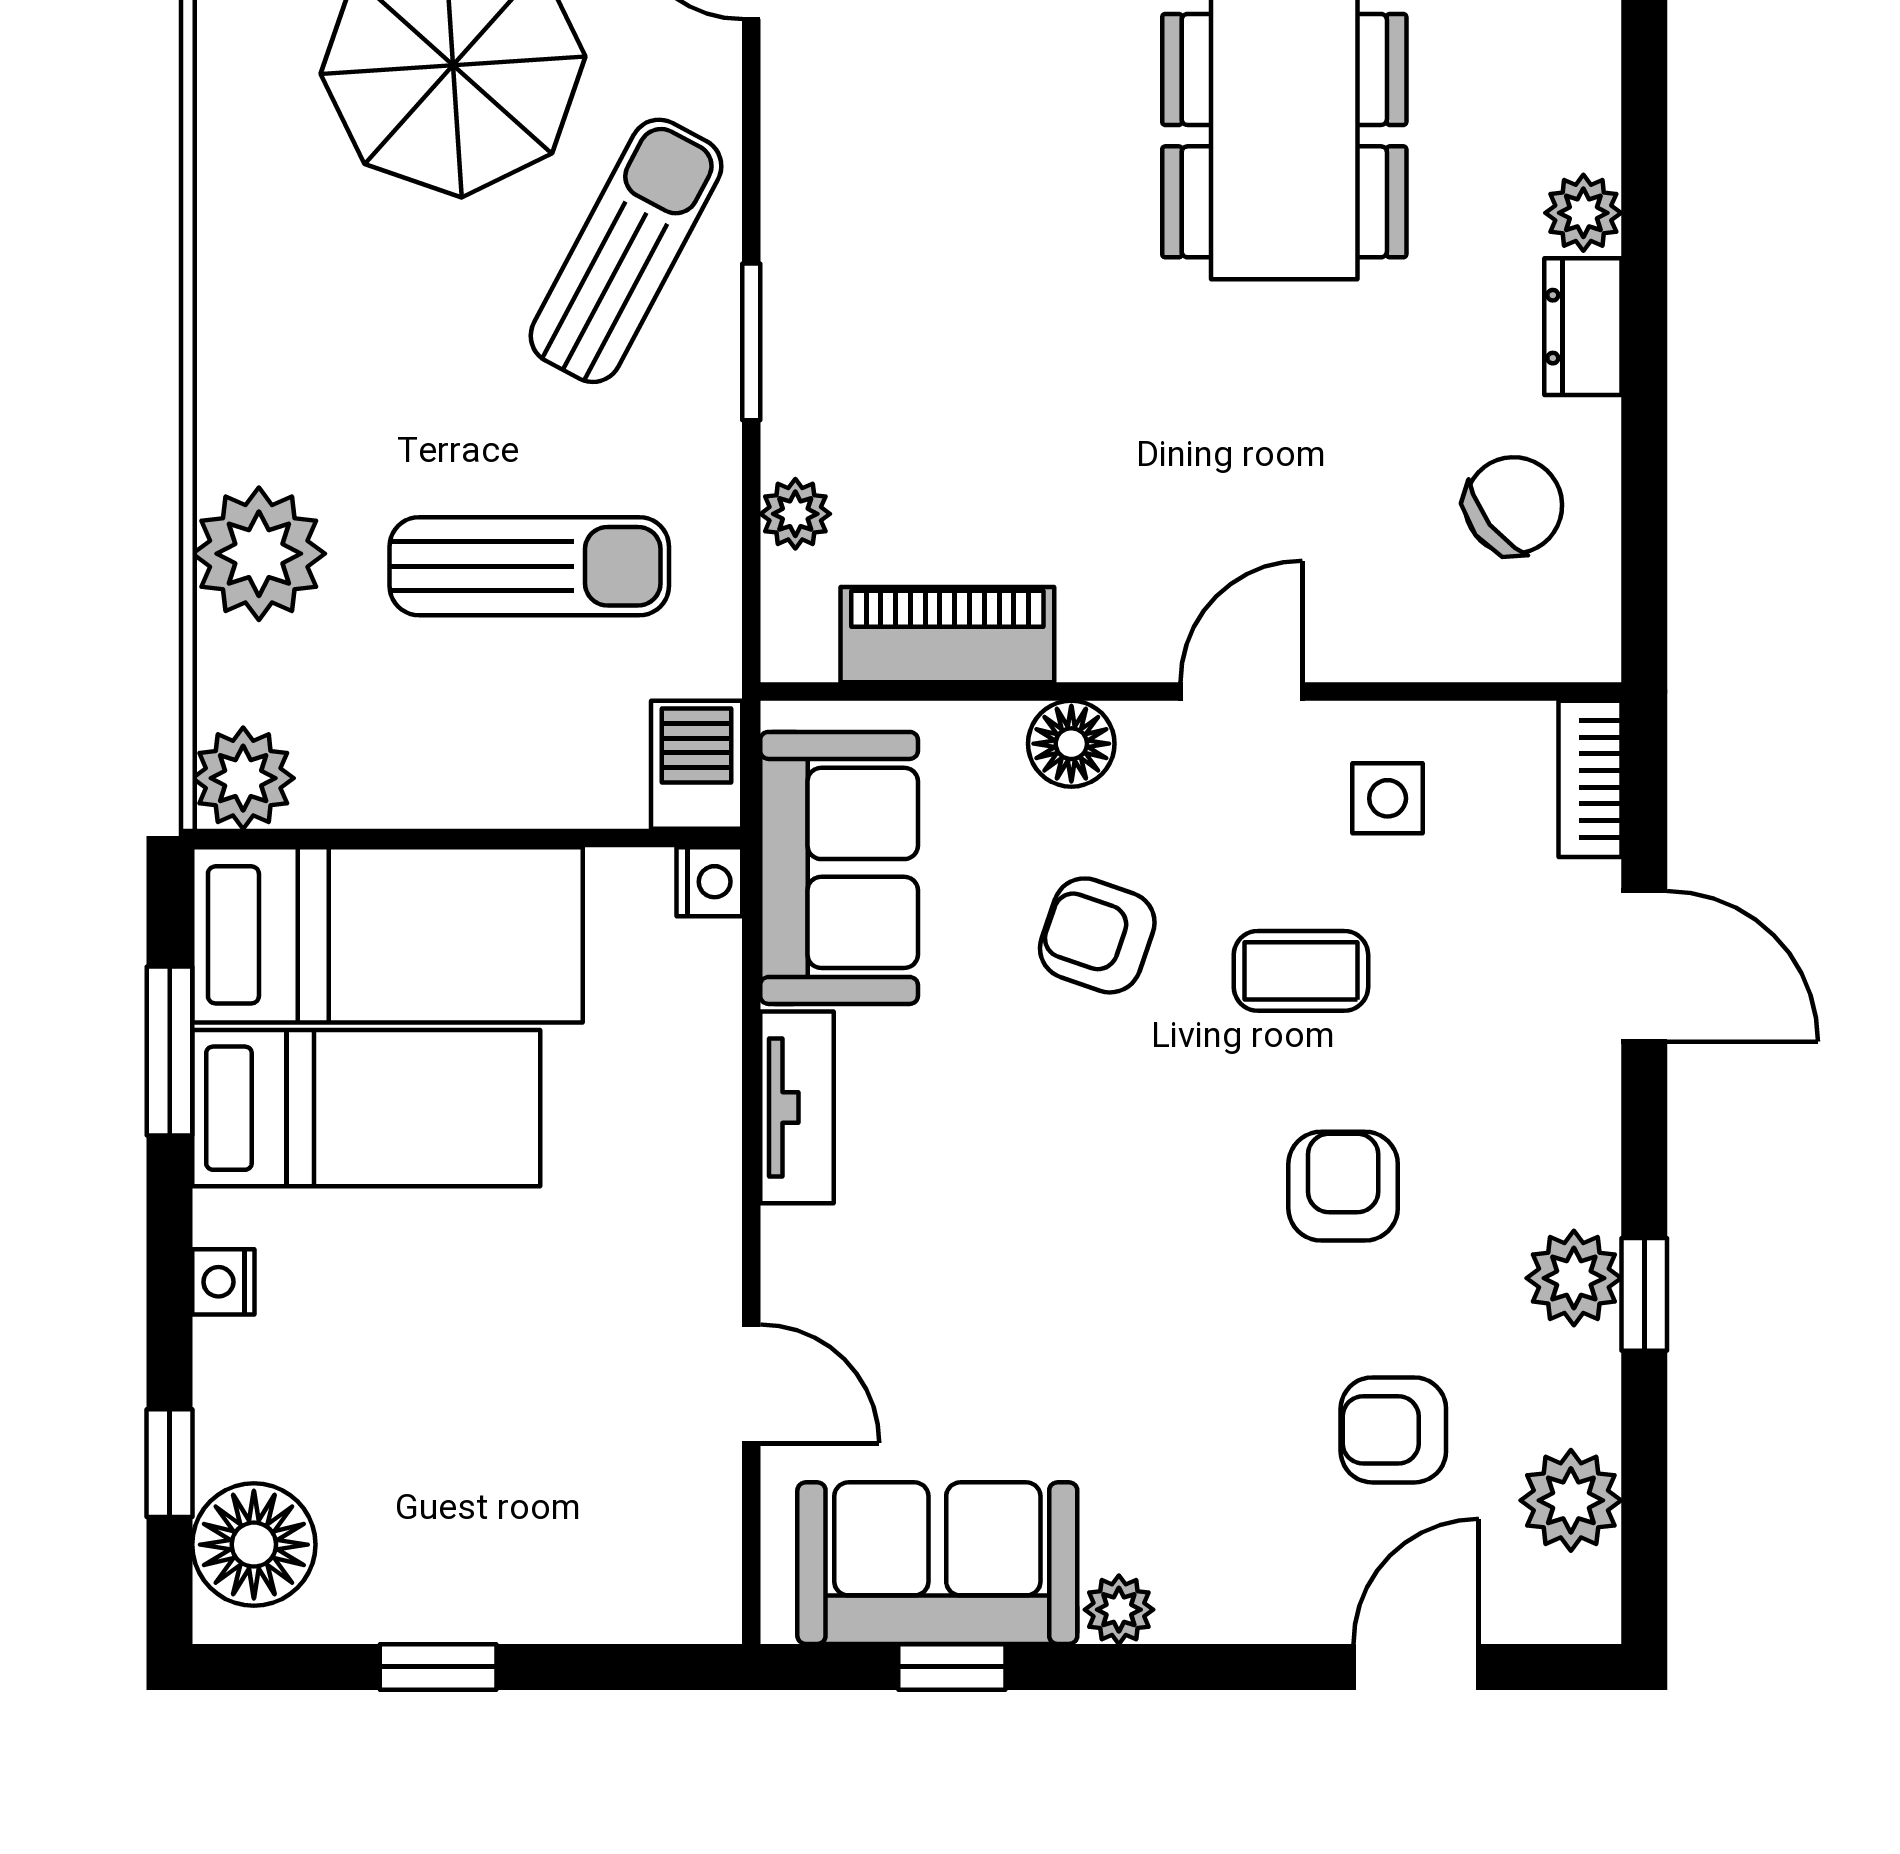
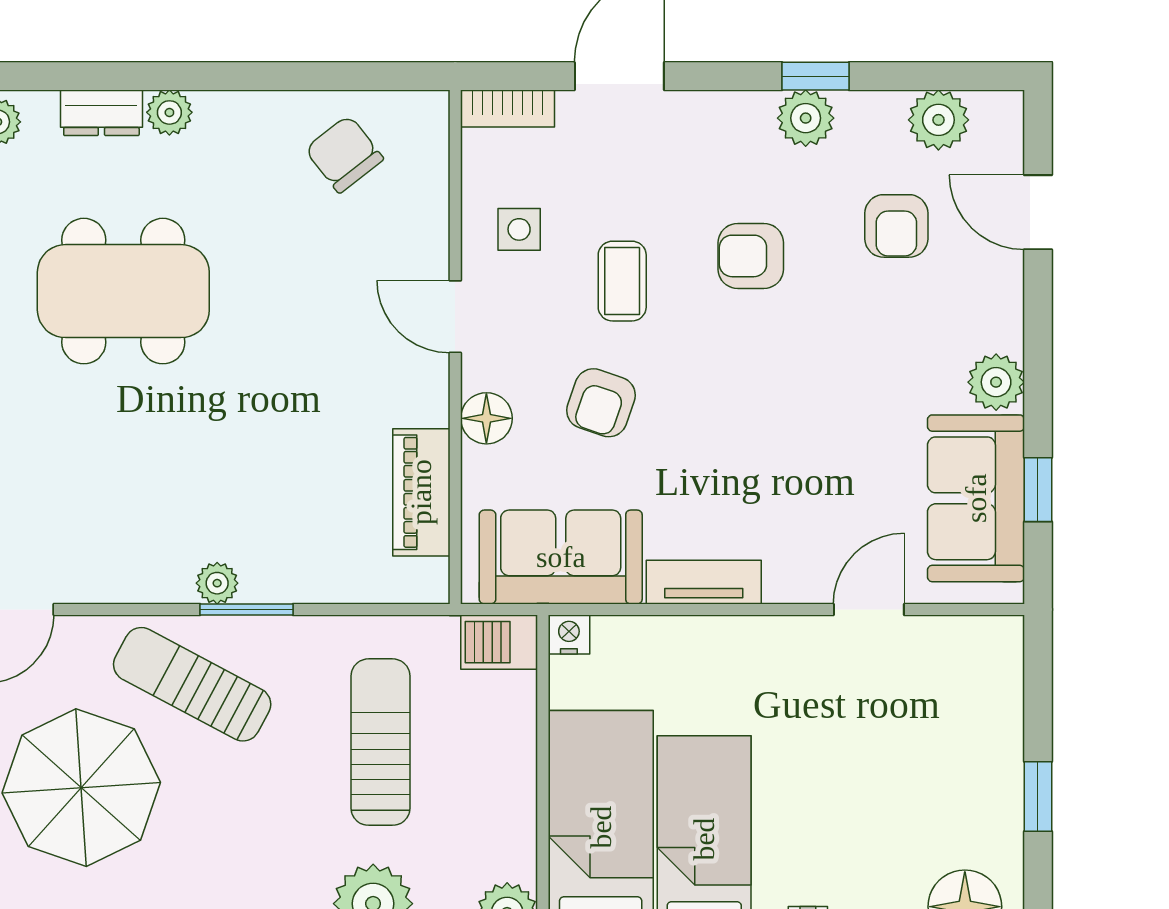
dresser: (1583, 327) -> (101, 113), moved
plant: (795, 514) -> (217, 583), moved
plant: (1119, 1610) -> (996, 382), width x1.38, depth x1.38

